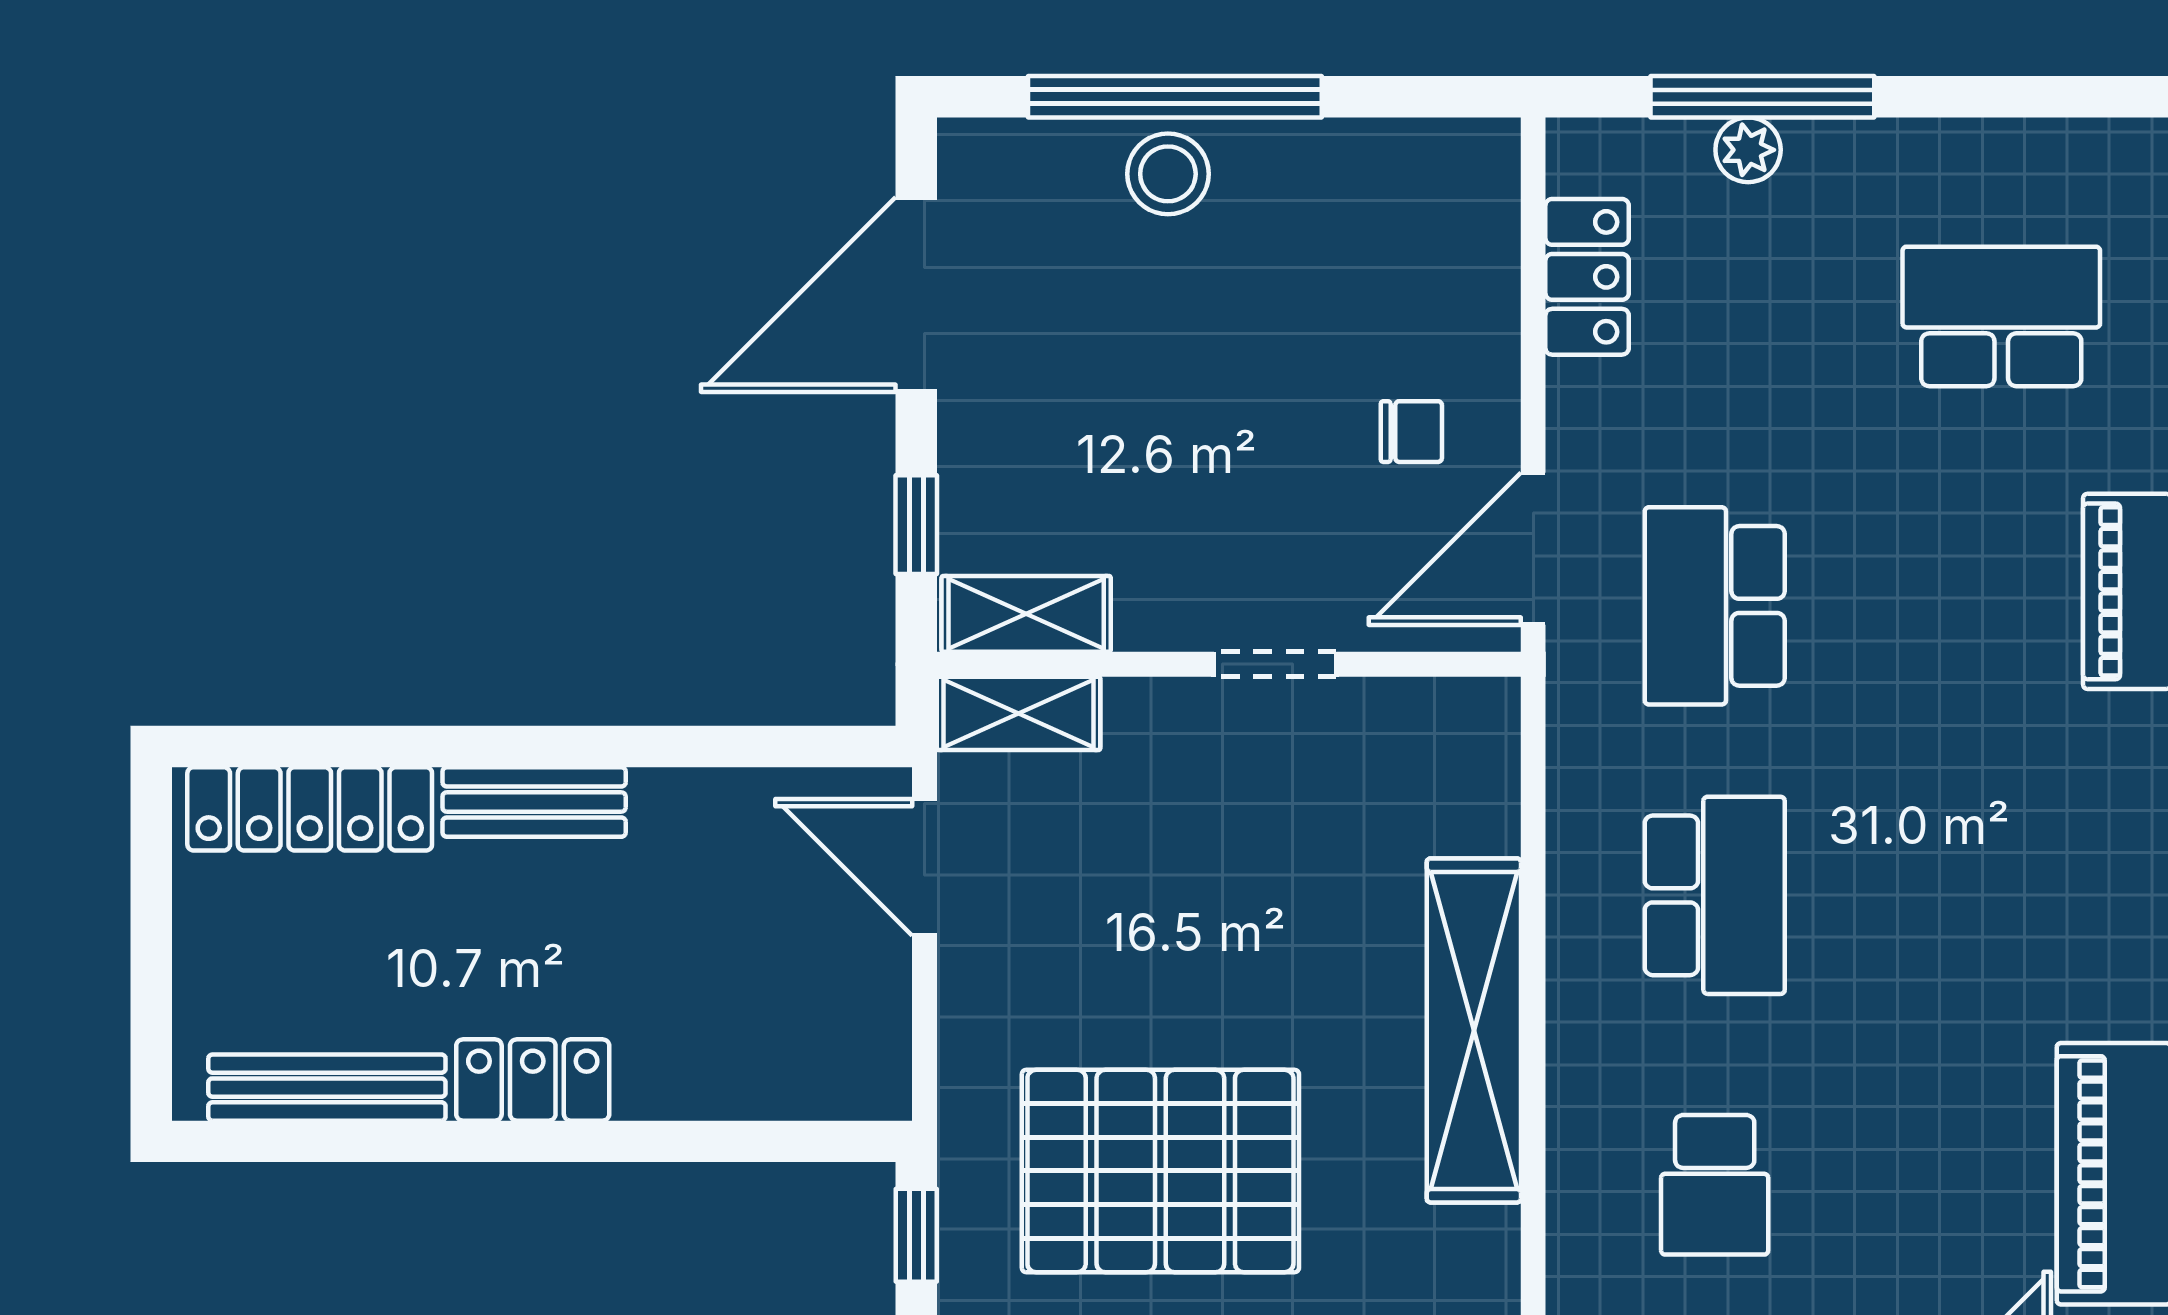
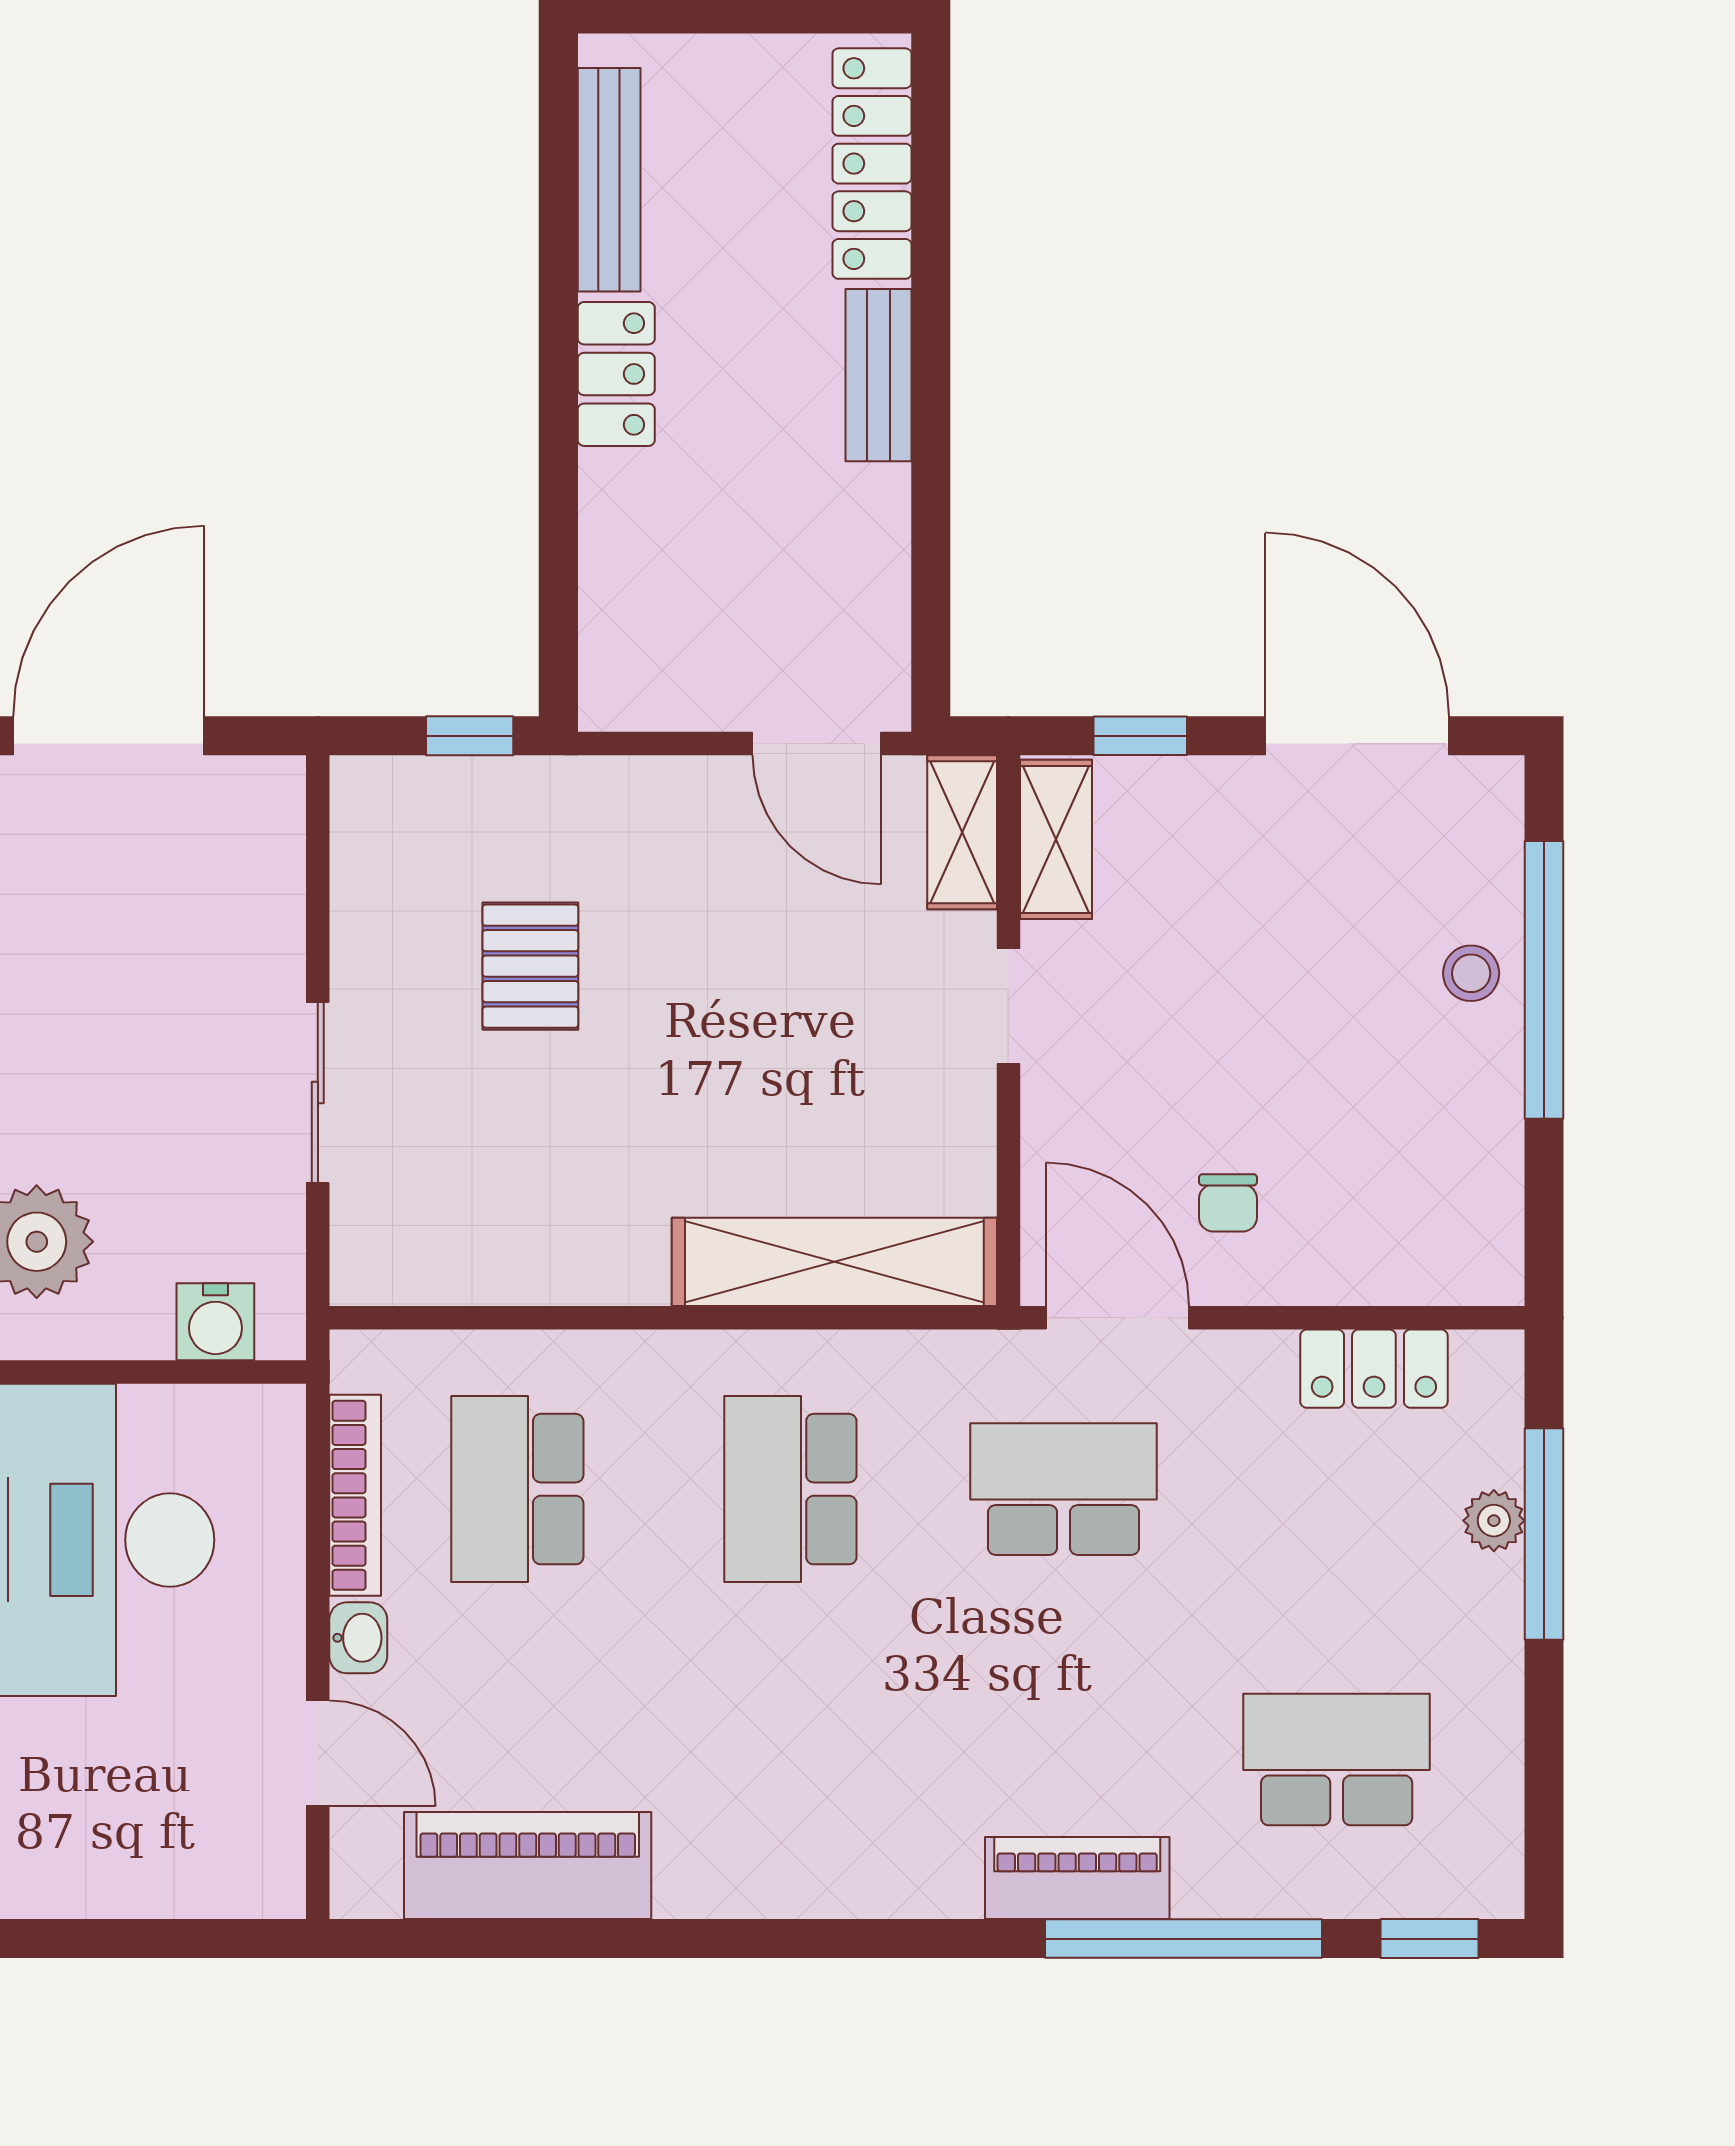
stool: (1168, 174) -> (1471, 973), width x0.73, depth x0.73
school desk: (2001, 316) -> (1337, 1760), turned -90
doorway: (1275, 664) -> (1008, 1006), moved
door: (924, 867) -> (817, 744), swing flipped
school desk: (1715, 895) -> (790, 1489), turned 90
shelving: (1474, 1030) -> (834, 1262), moved
pallet: (1160, 1171) -> (530, 966), width x0.49, depth x0.50
school desk: (1715, 1185) -> (517, 1489), width x1.85

